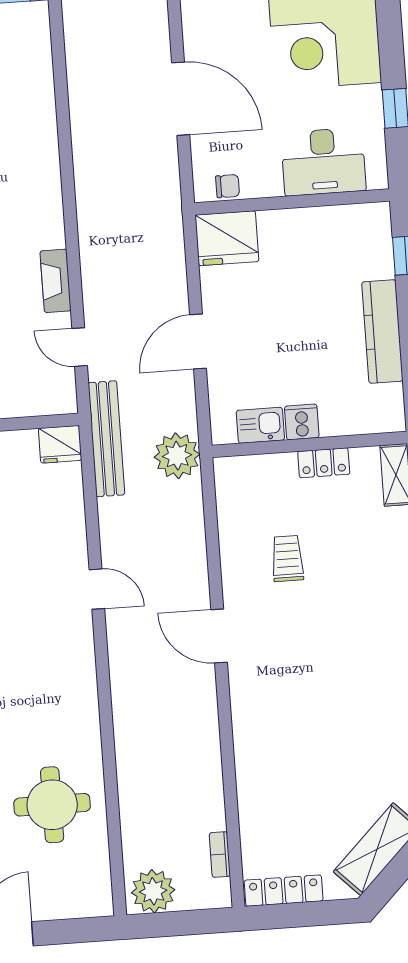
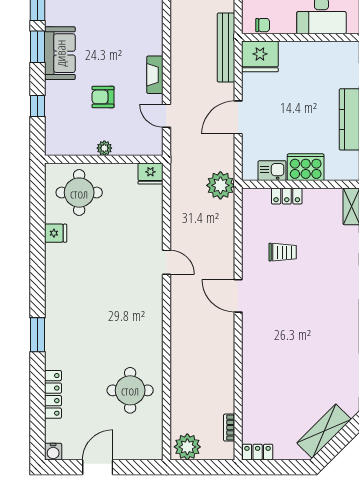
cooker: (302, 422) -> (306, 167), width x1.87, depth x1.31
bench: (106, 439) -> (226, 48), moved
locker: (324, 463) -> (287, 196), moved
trolley: (287, 558) -> (283, 252), turned 90
locker: (284, 891) -> (258, 452), width x0.66

